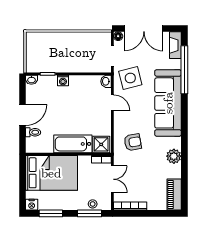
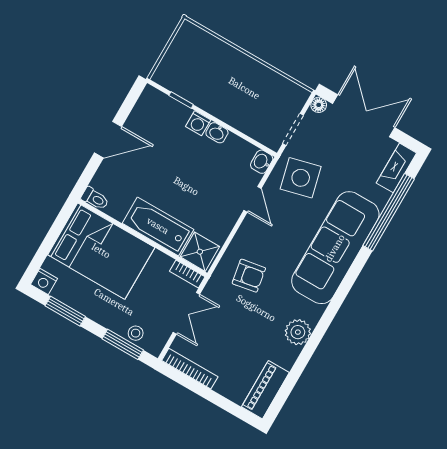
double door: (144, 29) -> (364, 116), swing flipped
washbasin: (31, 80) -> (217, 133), moved
toilet: (33, 132) -> (95, 199), moved

